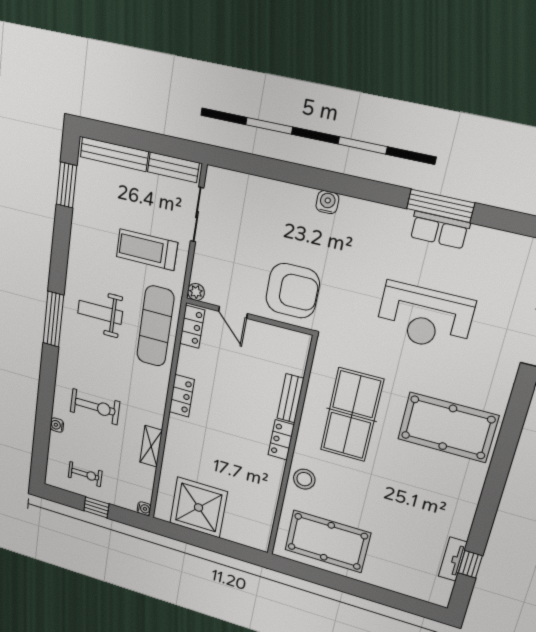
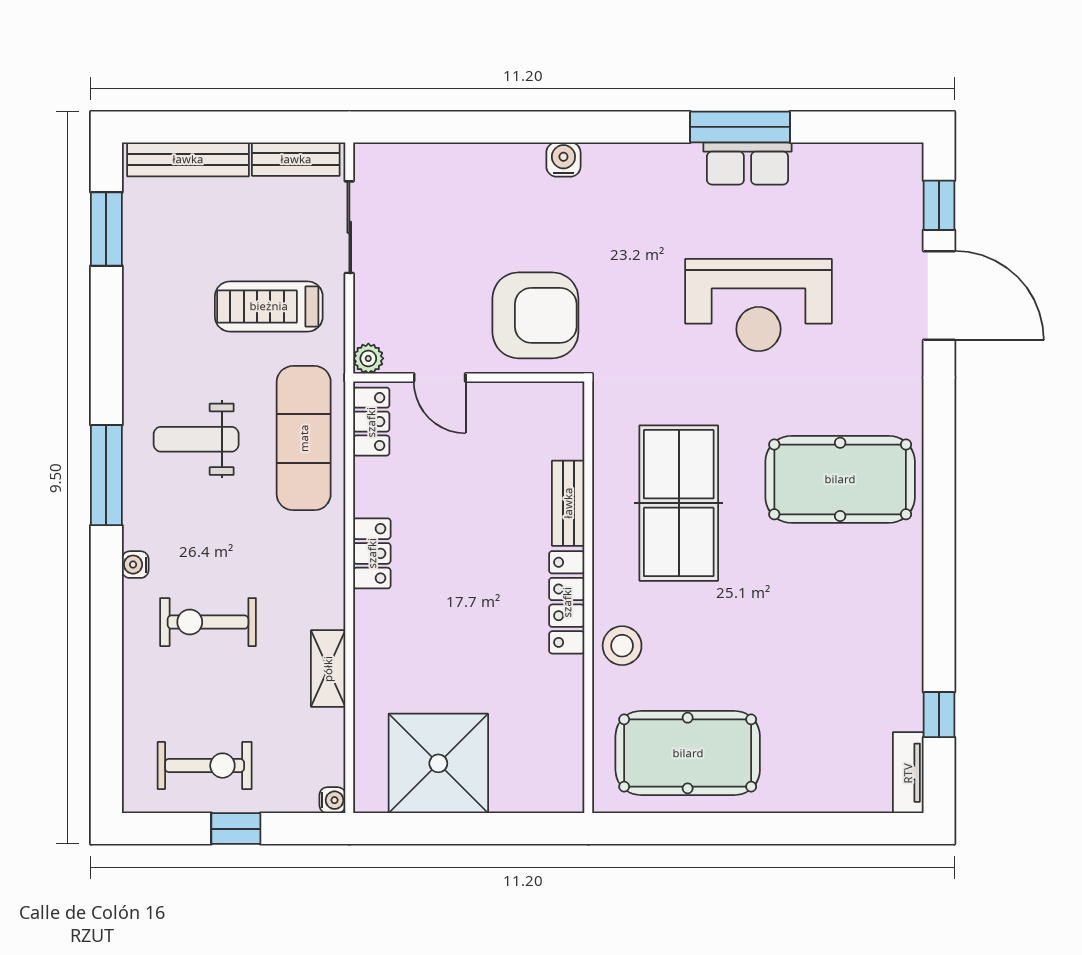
exercise bike: (95, 407) -> (208, 622), turned 180
water cooler: (57, 425) -> (135, 565), moved
locker: (281, 440) -> (567, 602), width x1.53
exercise bike: (85, 474) -> (205, 766), width x1.38, depth x1.39
tv unit: (453, 559) -> (908, 773), moved

